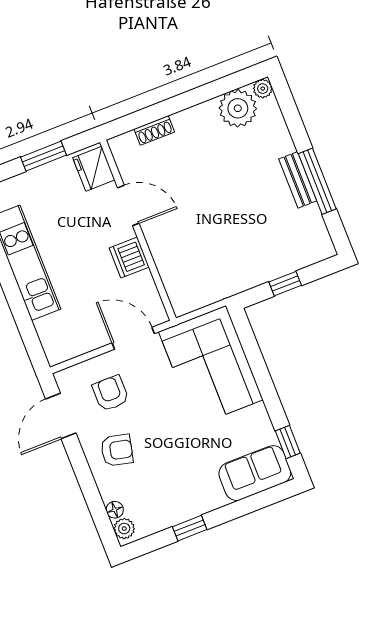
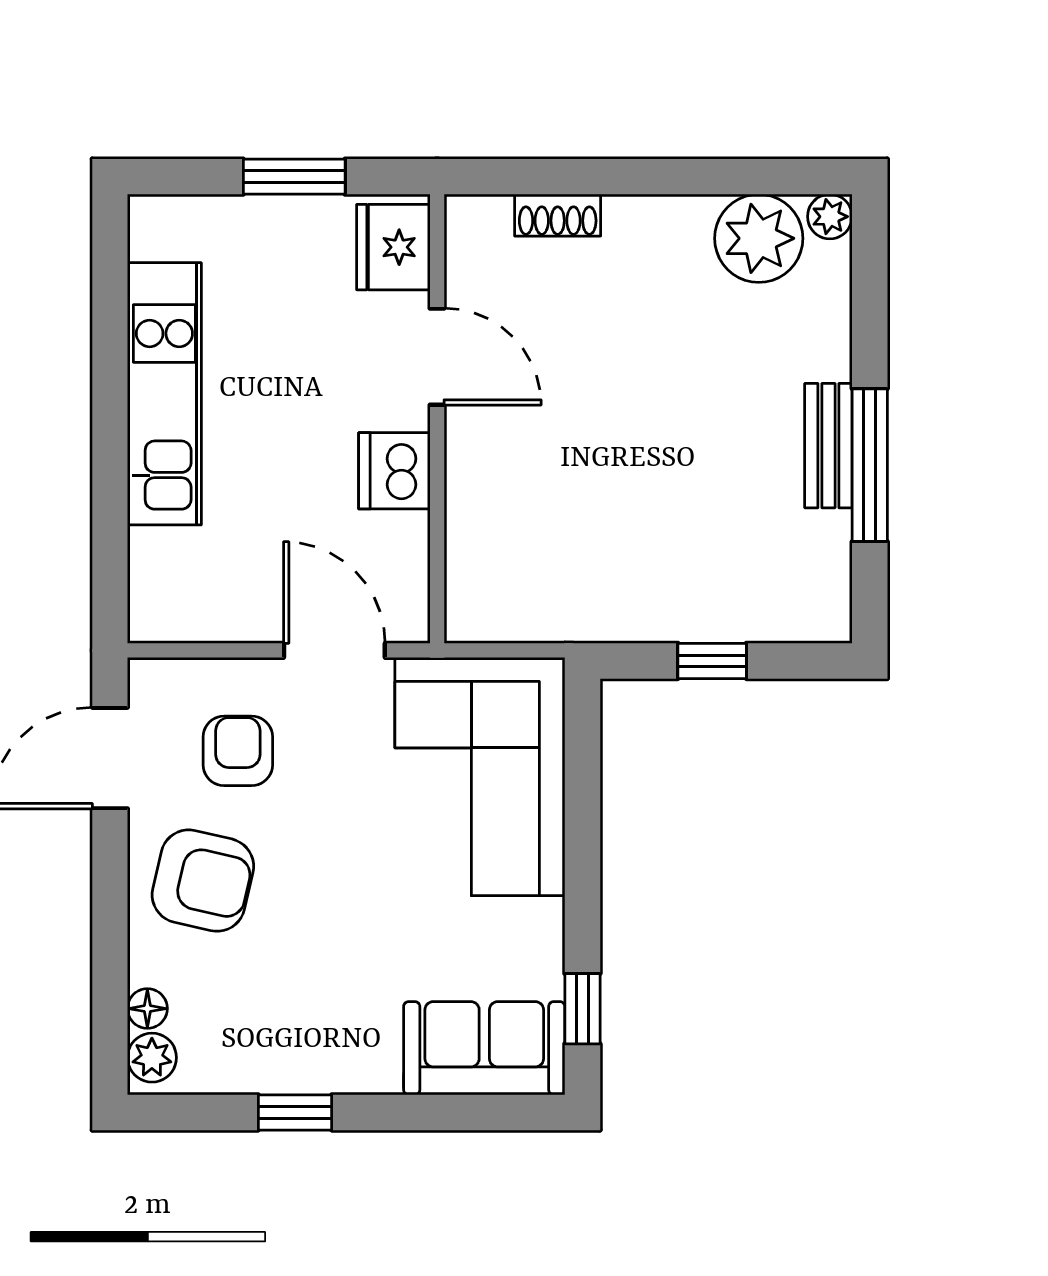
armchair: (117, 450) -> (203, 881), width x1.38, depth x1.38

